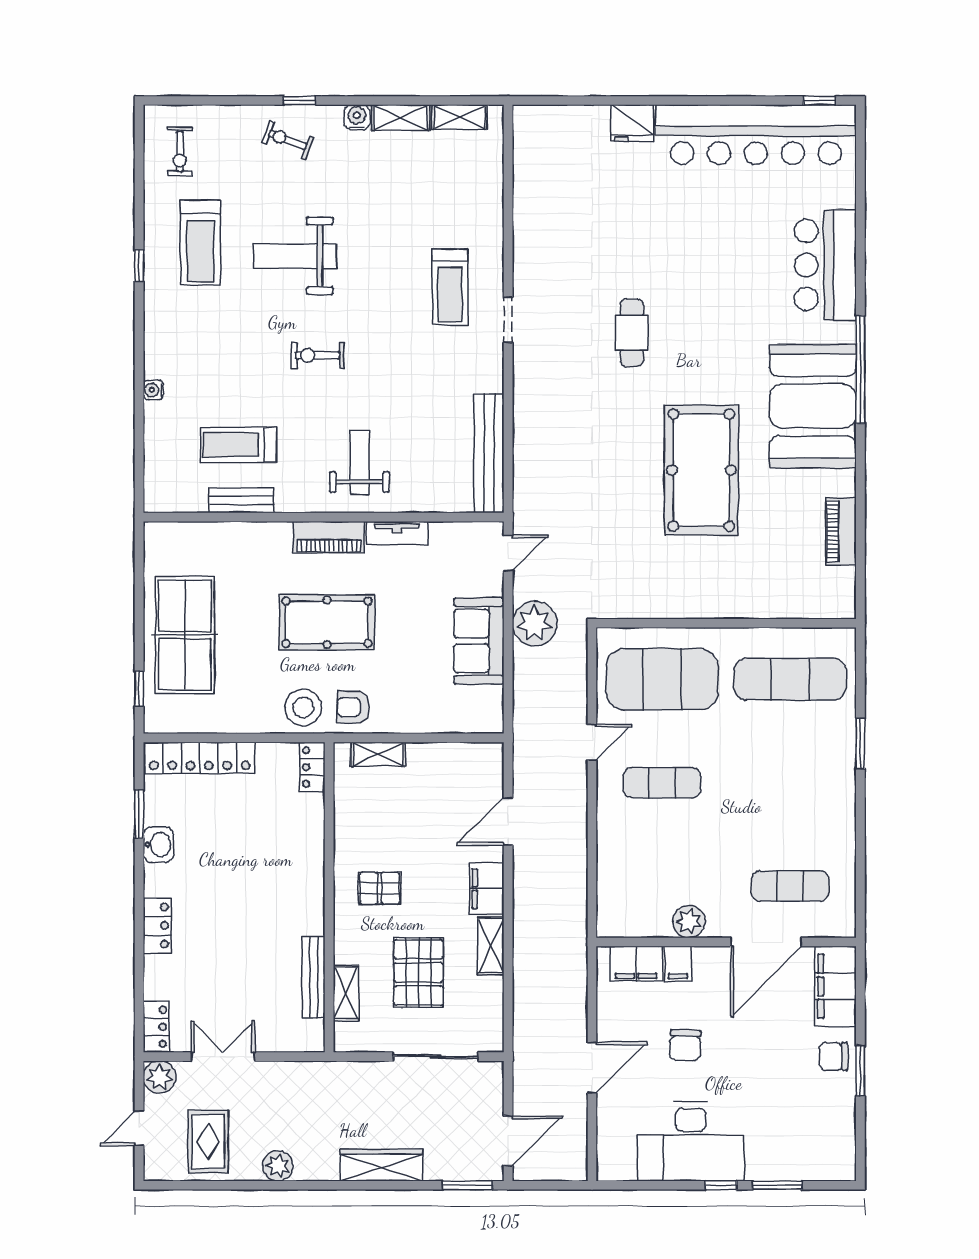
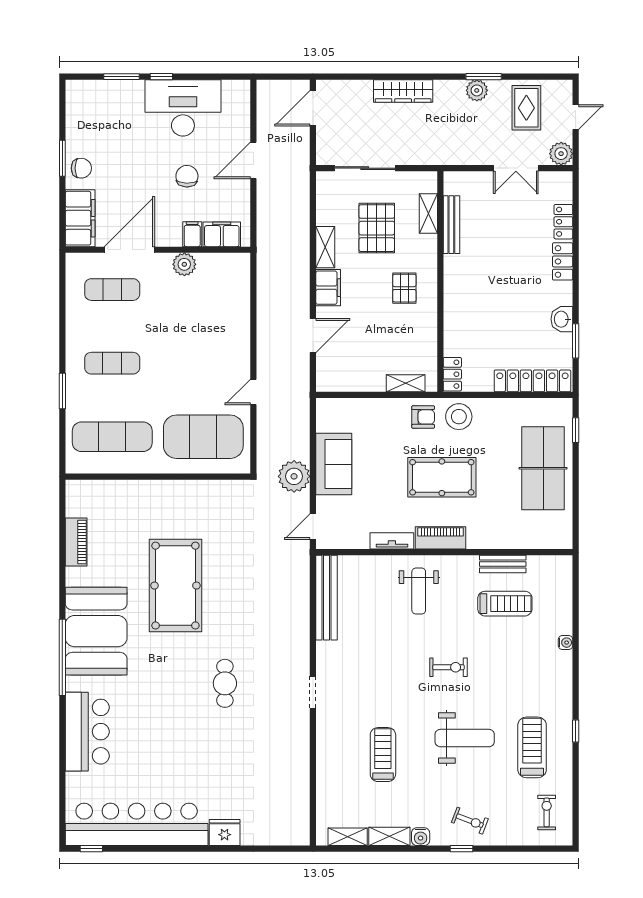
treadmill: (450, 287) -> (383, 755), moved
exercise mat: (662, 783) -> (112, 363), moved
pallet: (380, 888) -> (404, 288), turned 90
locker: (156, 1027) -> (563, 222), moved
window: (467, 1185) -> (484, 77), moved

